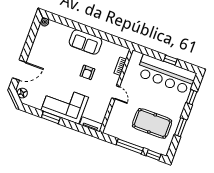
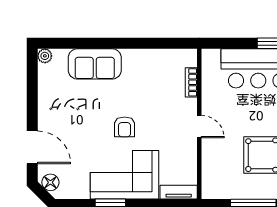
sofa: (86, 42) -> (95, 64), moved
door: (19, 70) -> (32, 147), hinge flipped
armchair: (87, 72) -> (125, 127), moved

